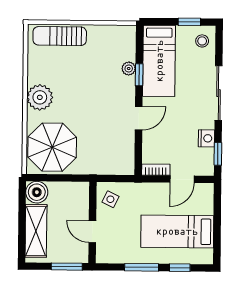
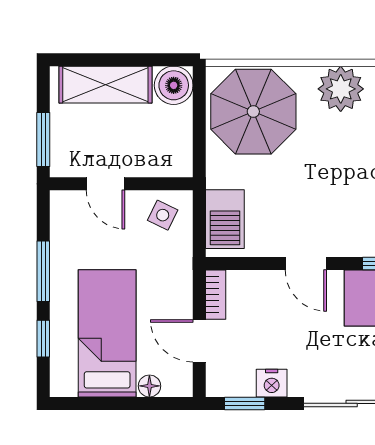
barbecue: (113, 164) -> (225, 219), added
floor lamp: (207, 208) -> (149, 386), added
door: (92, 232) -> (105, 184), swing flipped

